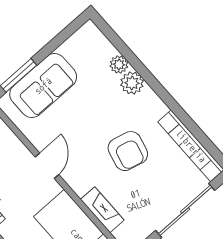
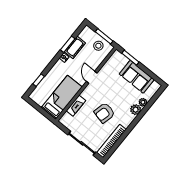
sofa: (43, 86) -> (137, 77), moved
door: (47, 166) -> (92, 77), swing flipped

